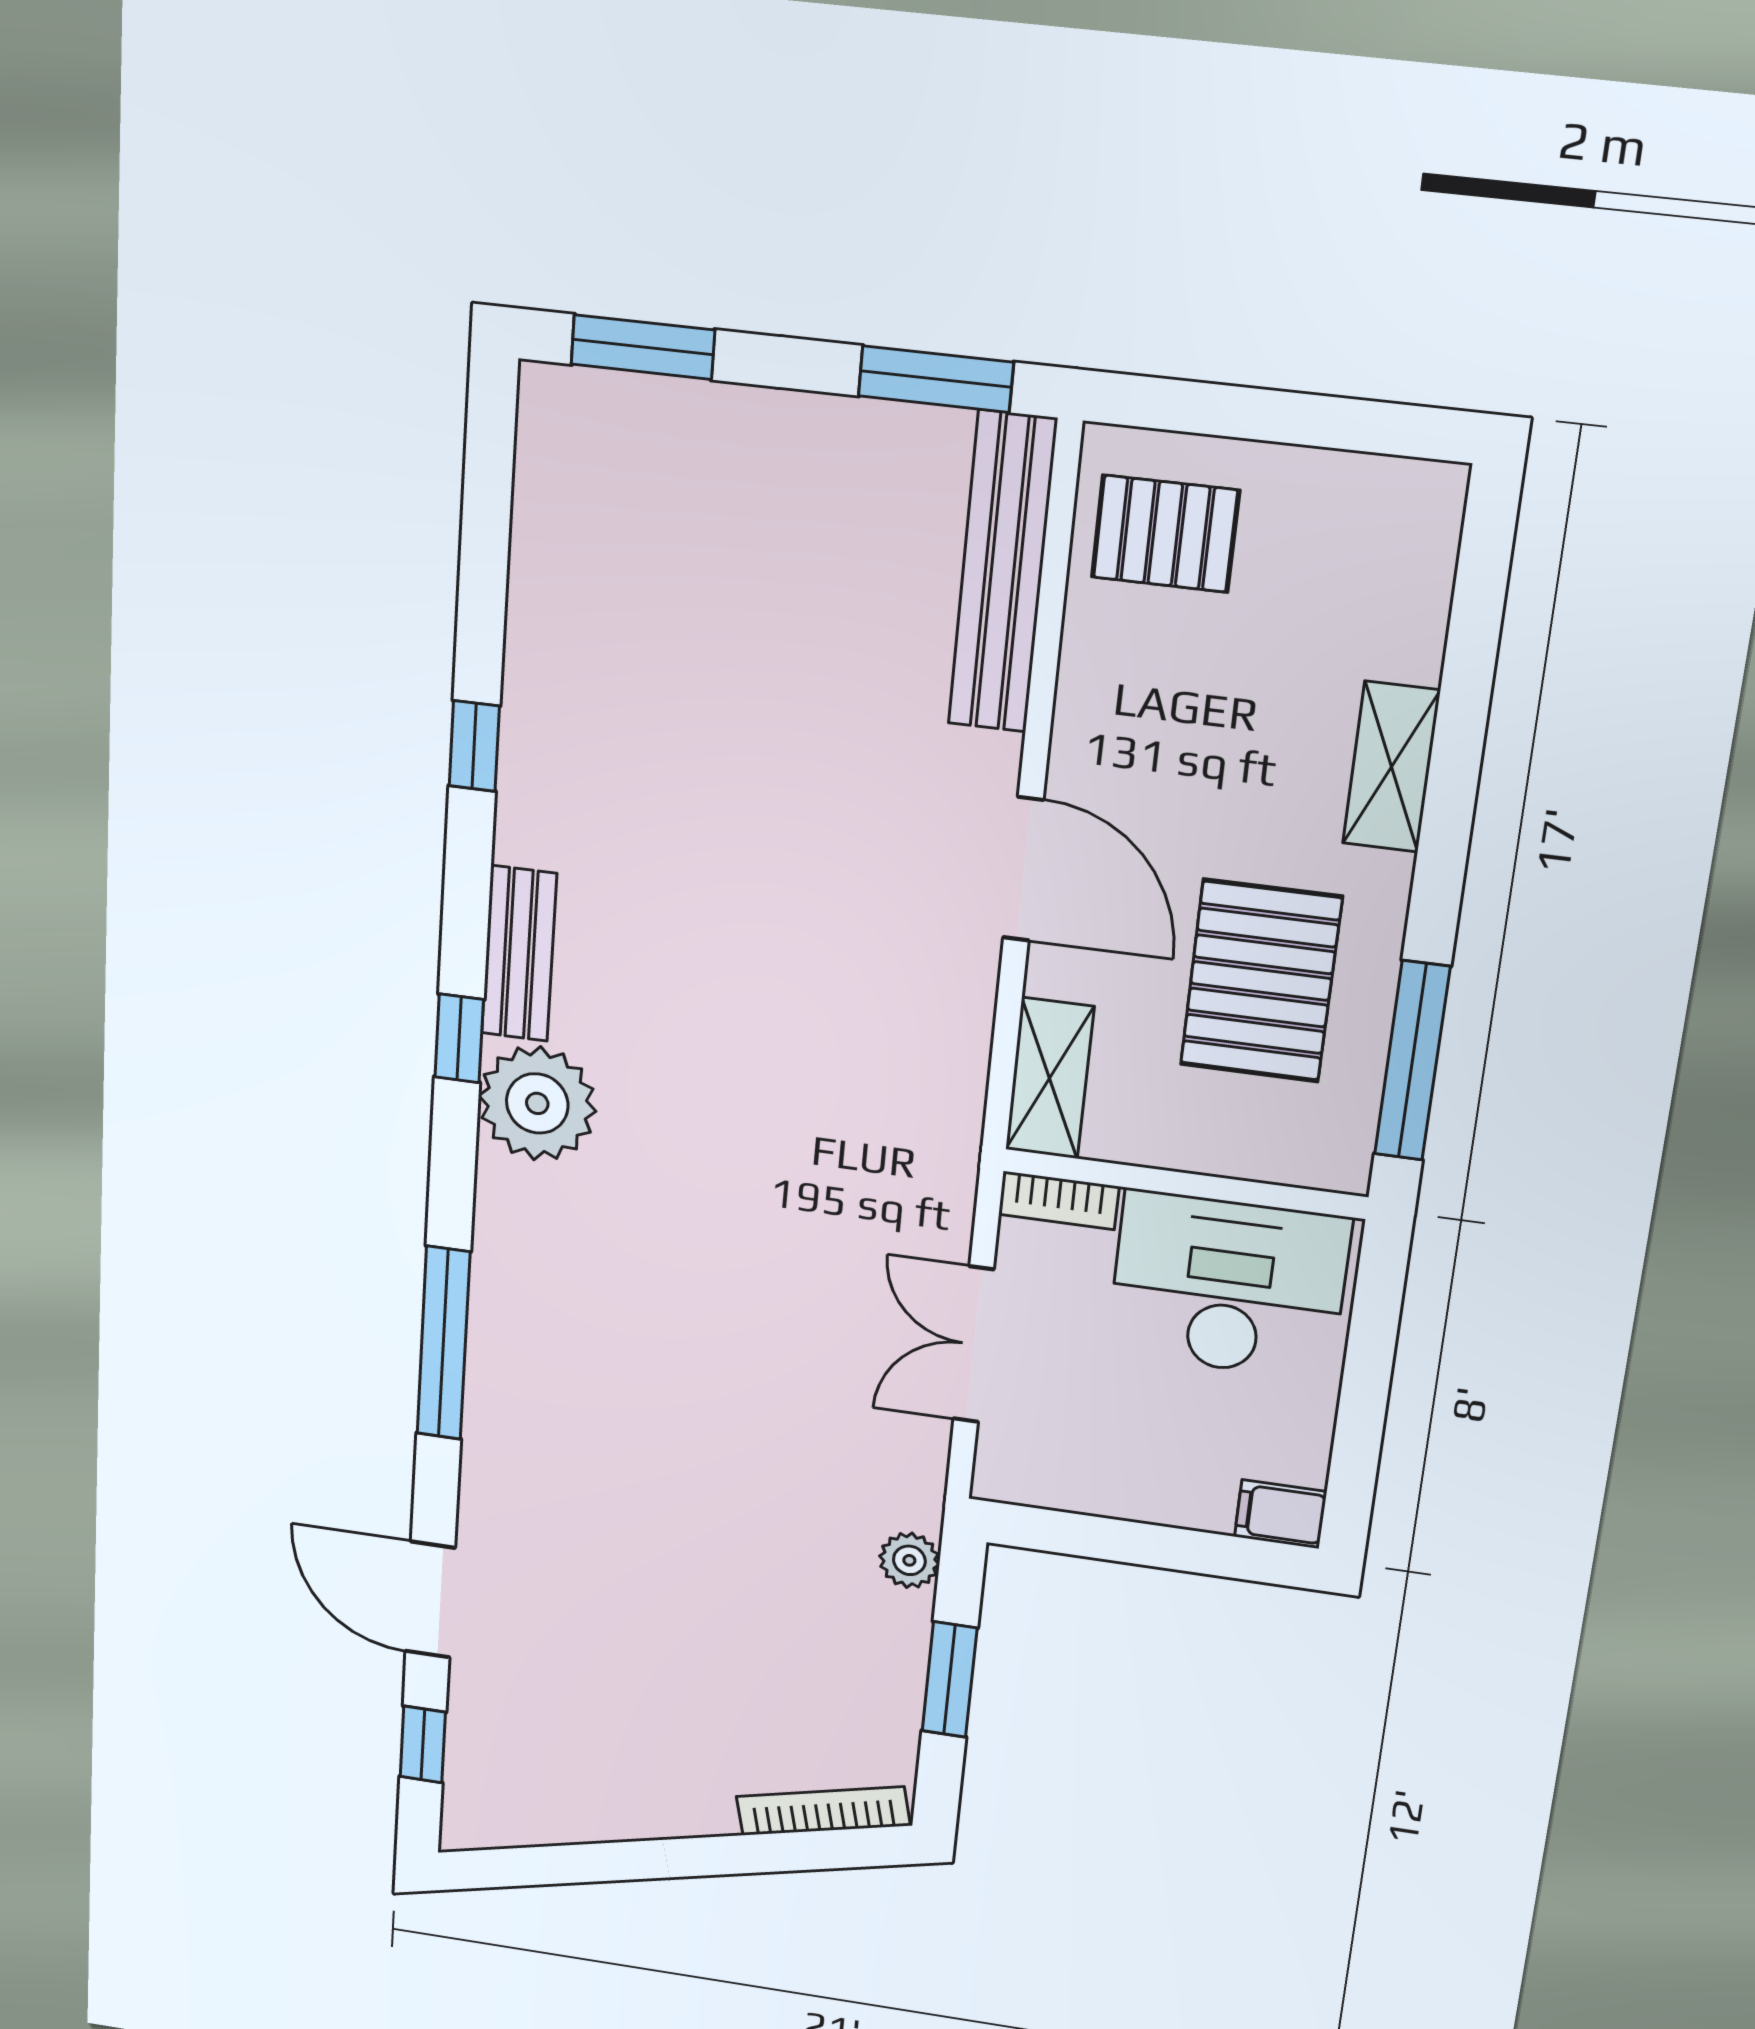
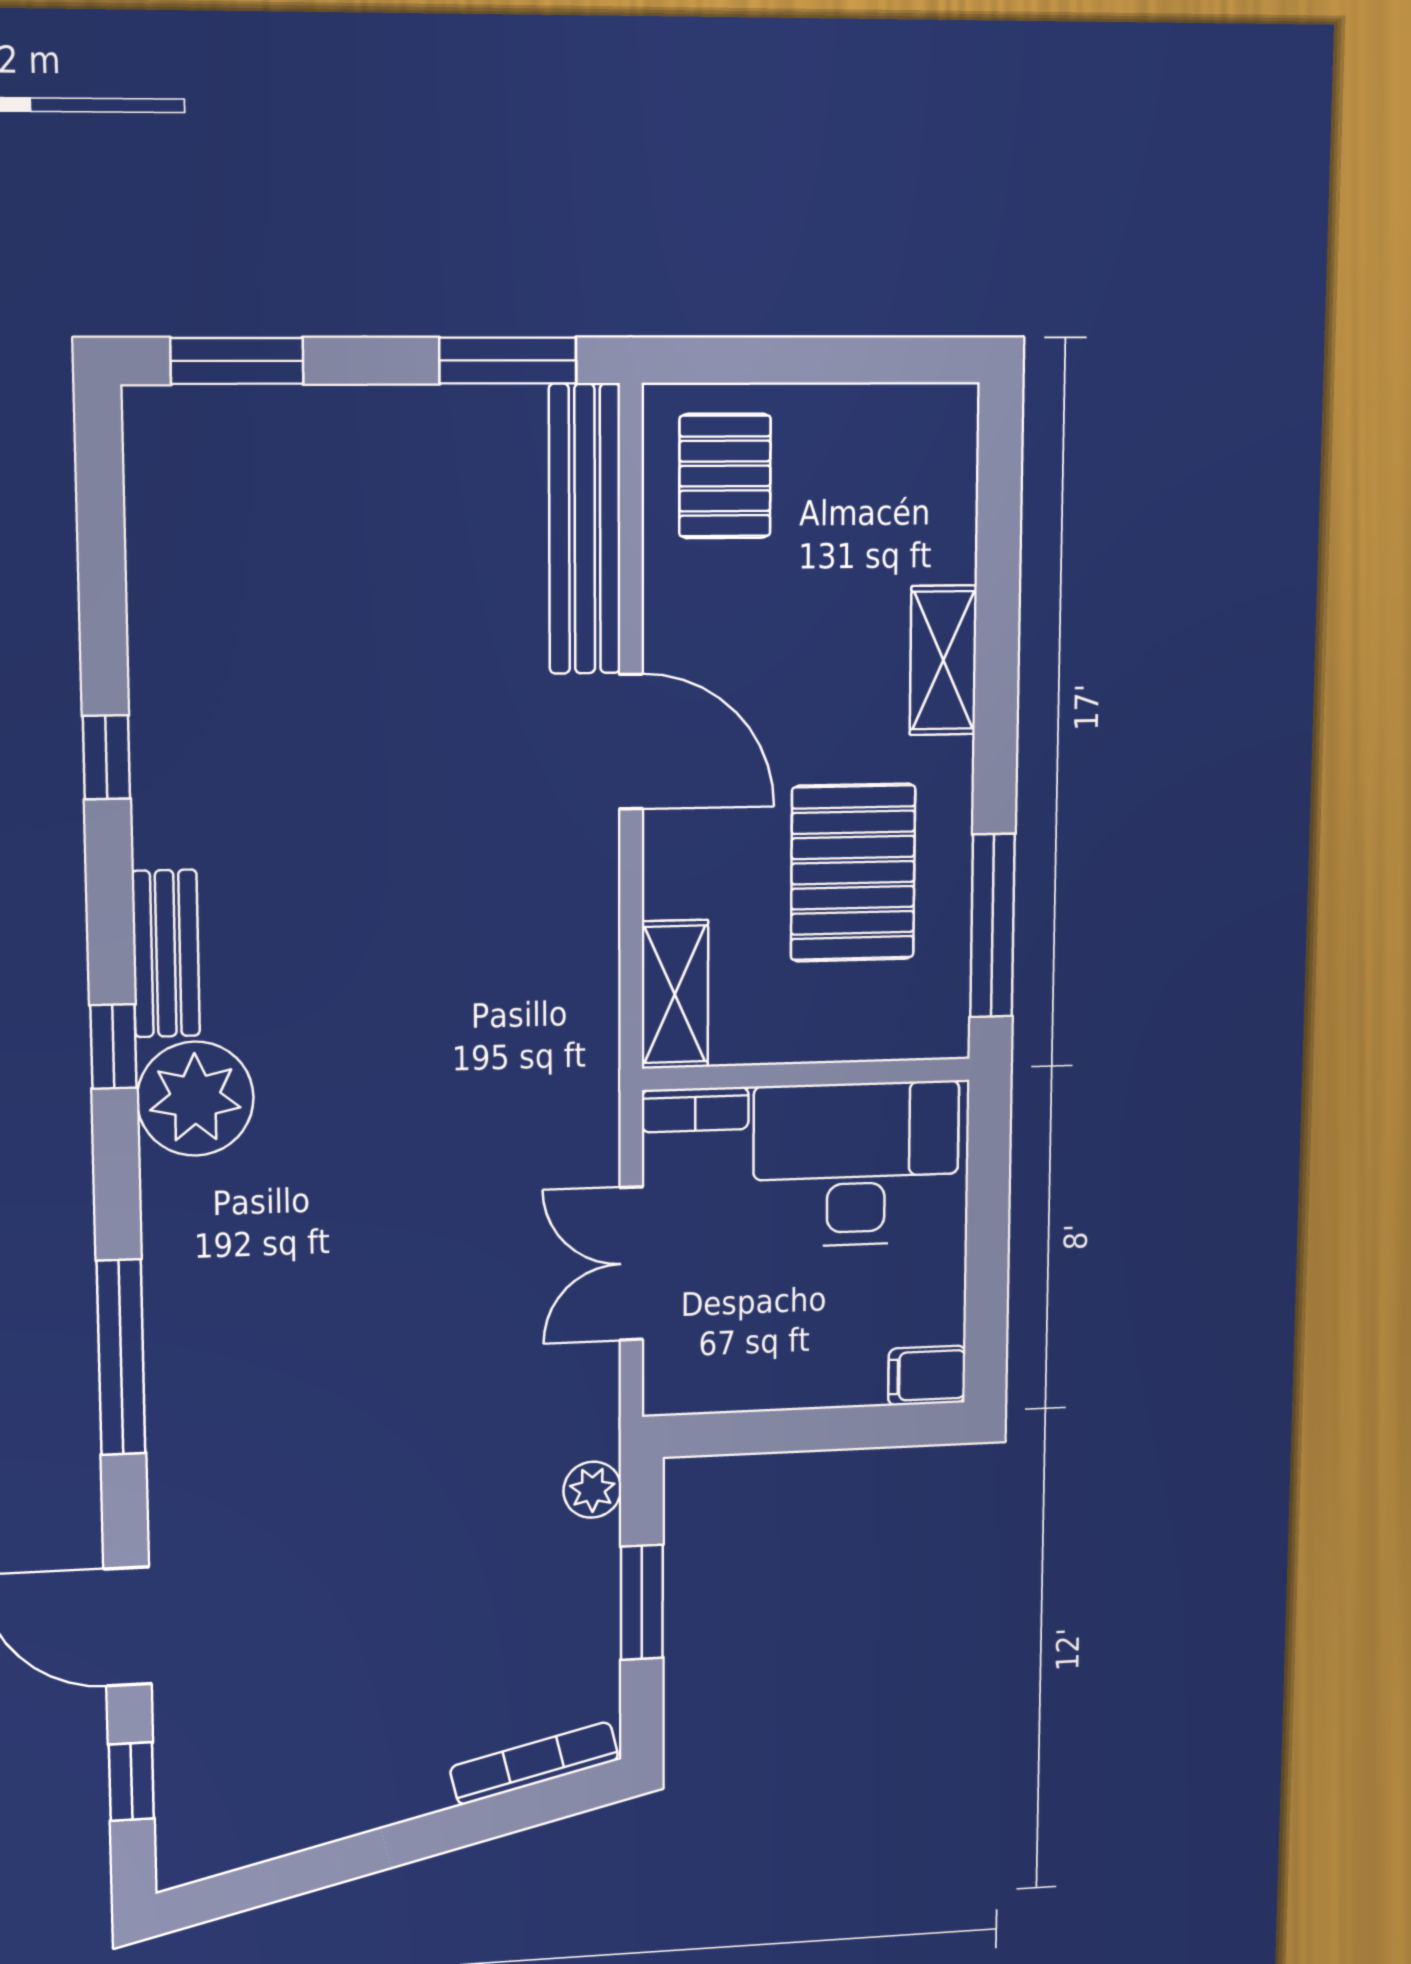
pallet: (1165, 534) -> (725, 476), turned 90
door: (1023, 869) -> (631, 742), moved

